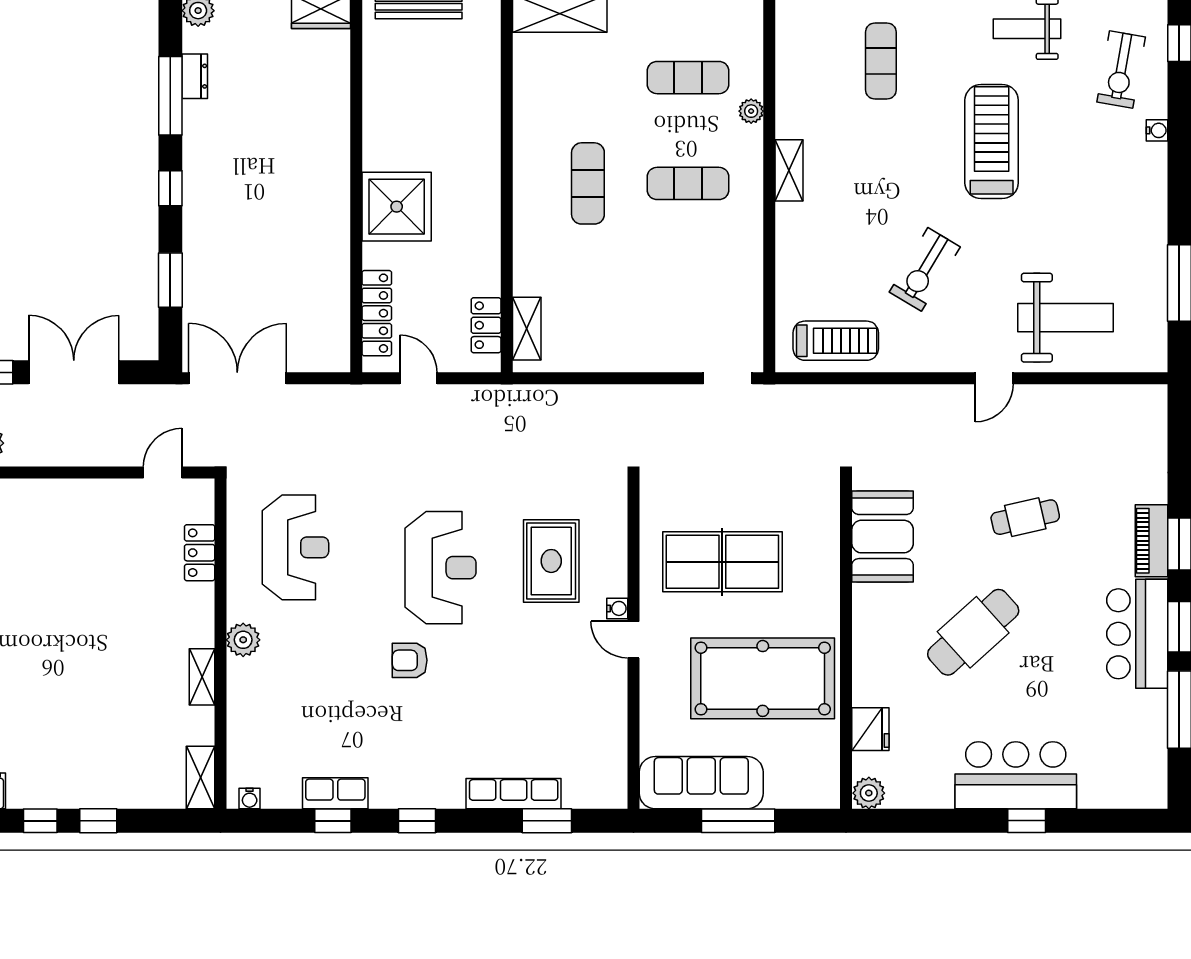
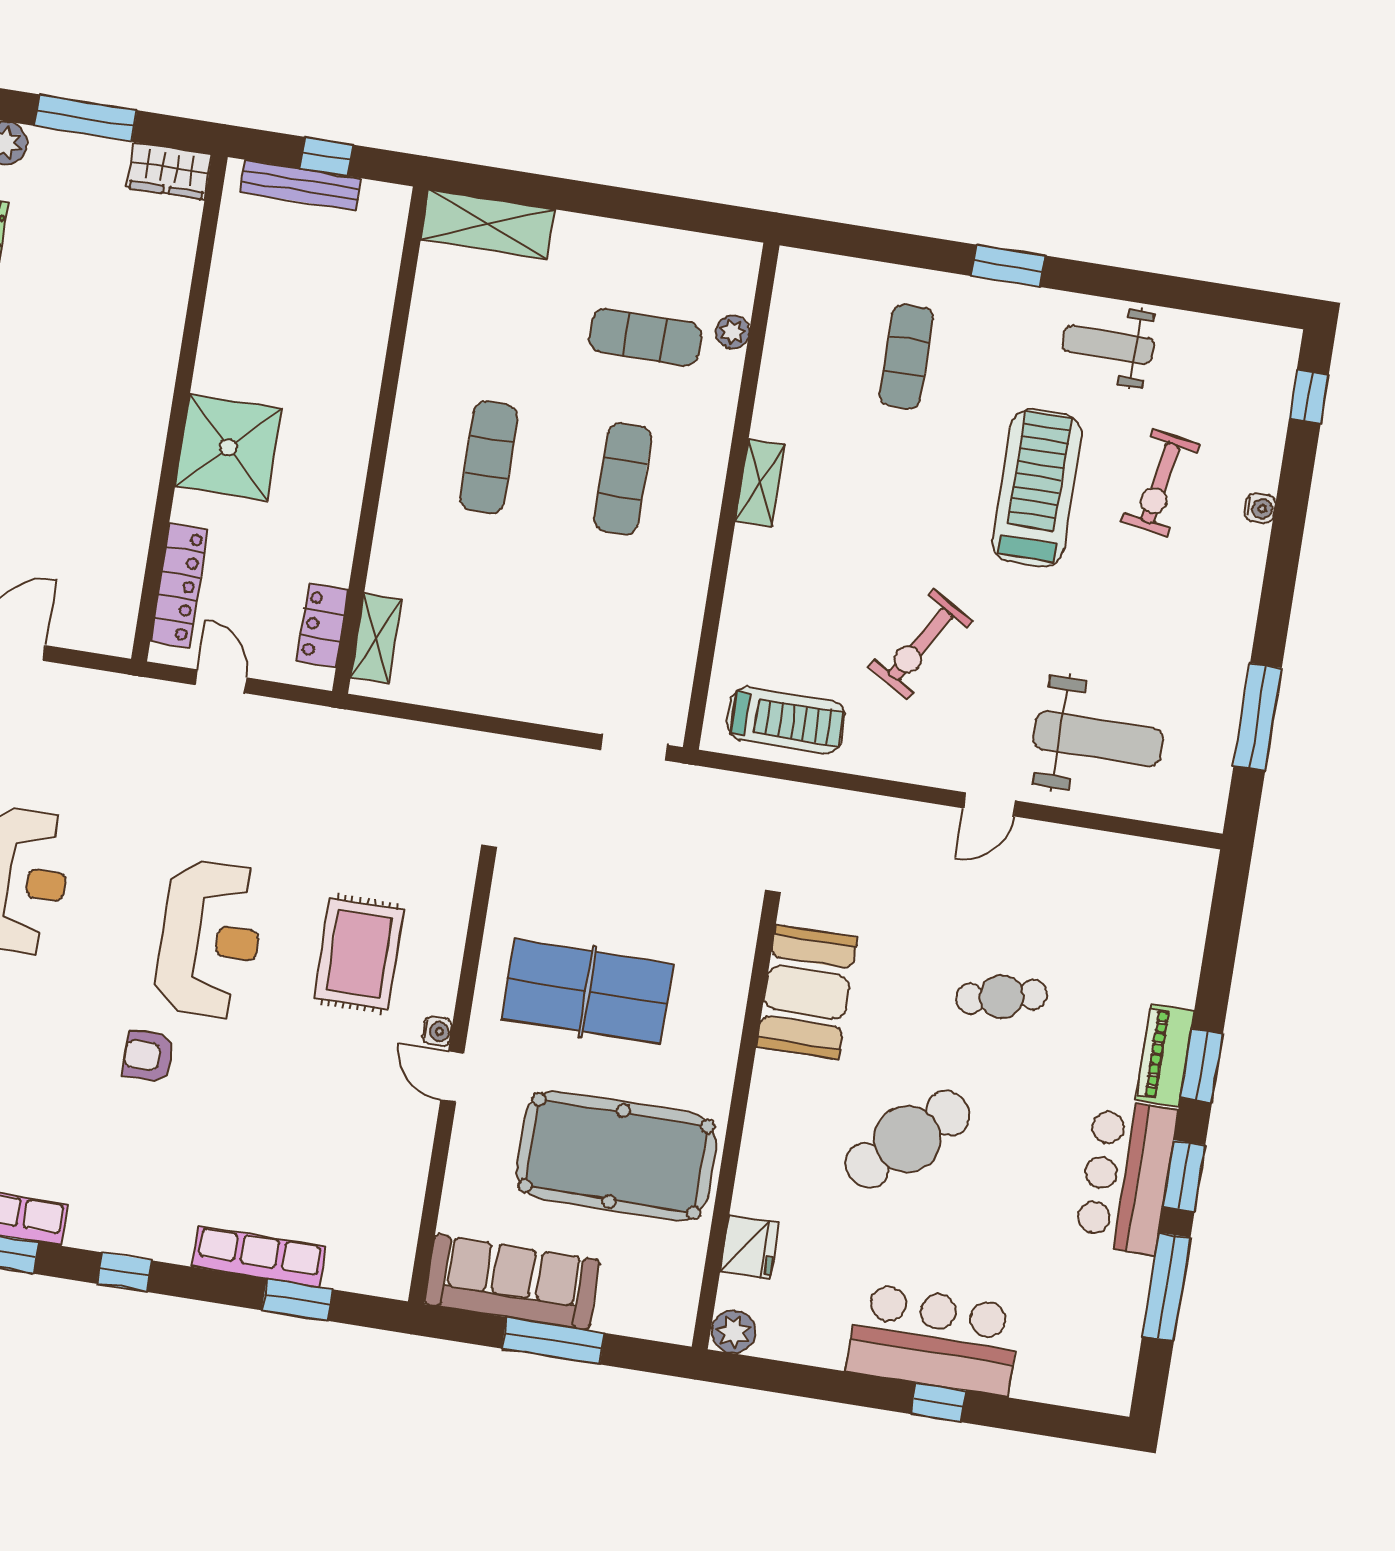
exercise bike: (1121, 70) -> (1160, 483), moved
plant: (751, 111) -> (733, 332), moved
exercise mat: (688, 183) -> (623, 479), turned 90

